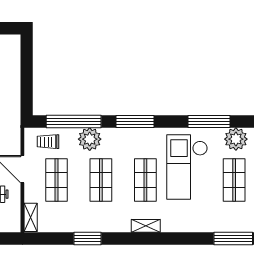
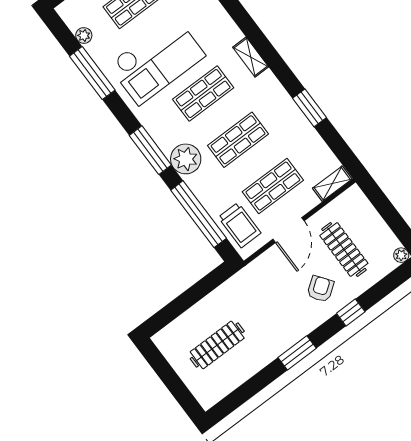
plant: (90, 139) -> (186, 159), moved
plant: (236, 139) -> (84, 35), width x0.53, depth x0.53
trolley: (48, 142) -> (240, 225), width x1.36, depth x1.39

